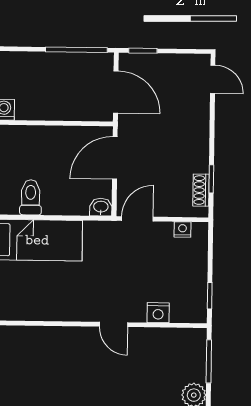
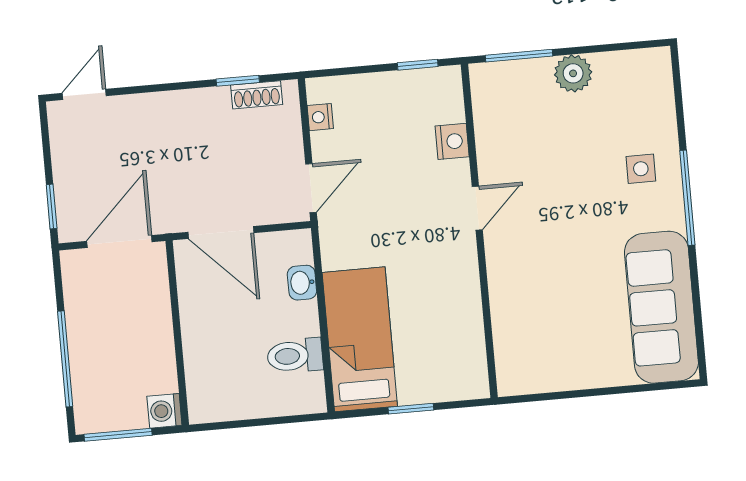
window: (76, 50) -> (65, 359), moved
washbasin: (101, 207) -> (302, 283), moved
door: (137, 219) -> (311, 188), swing flipped

